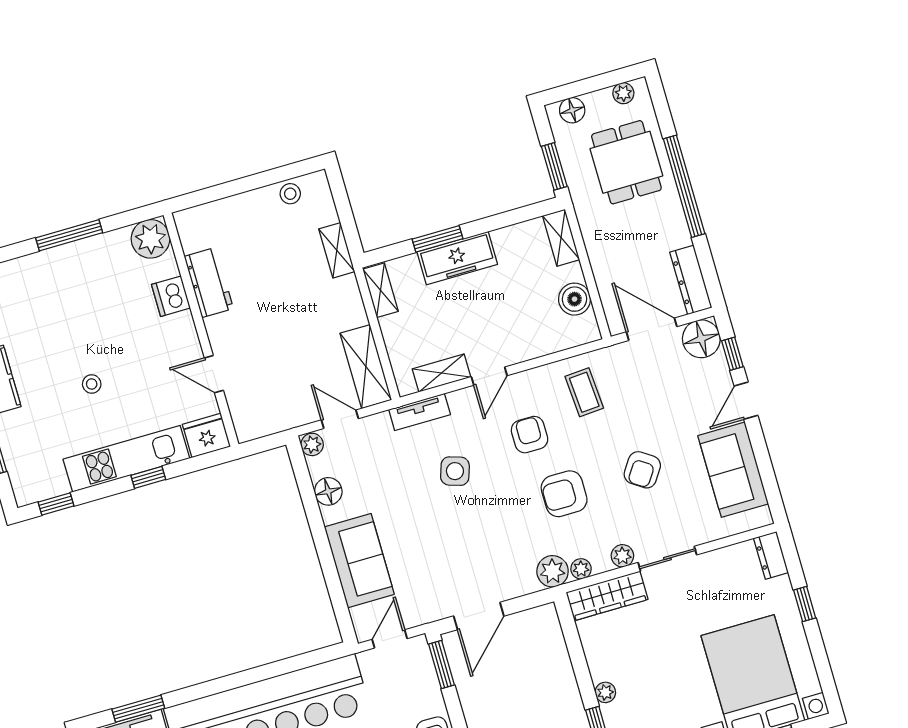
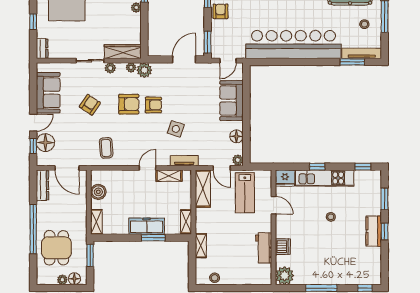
plant: (623, 93) -> (62, 280), moved
floor lamp: (701, 339) -> (45, 143), moved
lab bench: (279, 383) -> (245, 193), added
armchair: (530, 435) -> (153, 105), moved, turned -90

